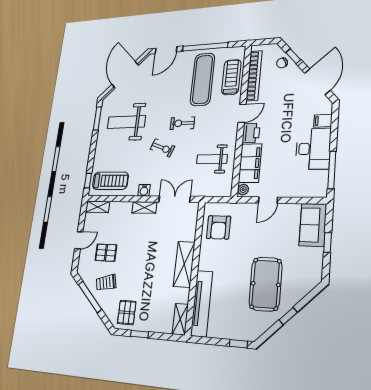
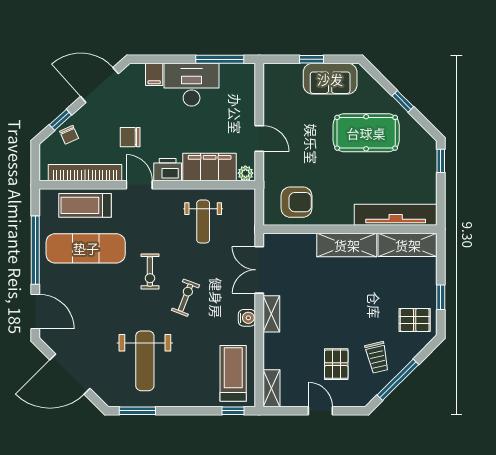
chair: (277, 105) -> (130, 137), added
sofa: (313, 225) -> (330, 79), moved
shelving: (180, 319) -> (408, 245), width x1.50, depth x1.33

